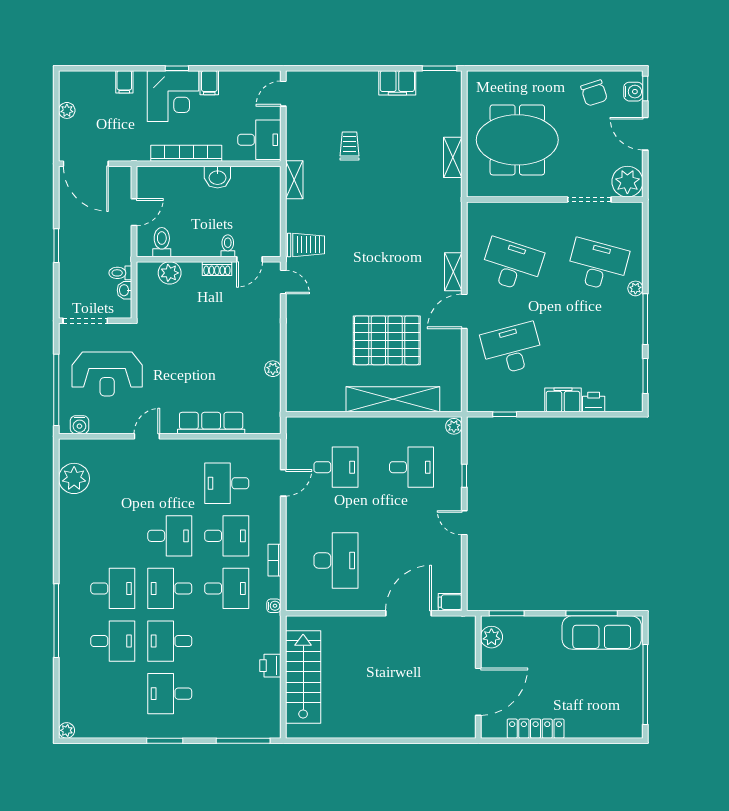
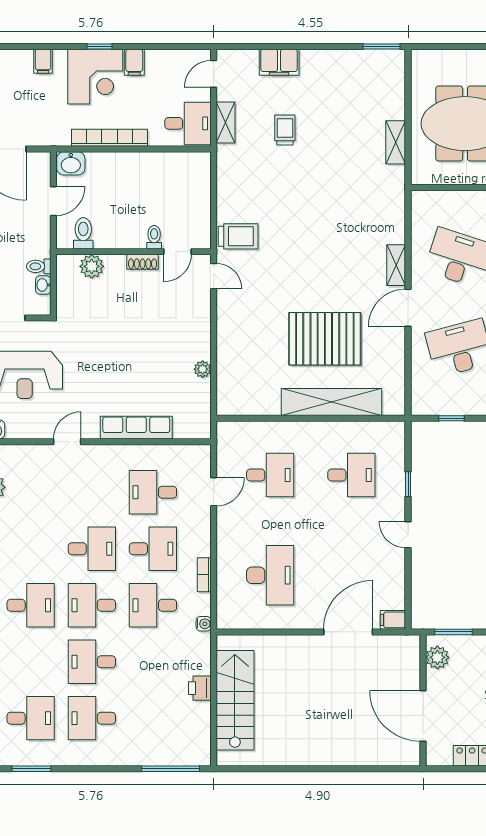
filing cabinet: (397, 83) -> (279, 62), moved
washbasin: (217, 177) -> (71, 163), moved
shelving: (294, 180) -> (225, 122), moved
plant: (454, 426) -> (397, 431), removed
desk: (227, 588) -> (153, 605), turned 180
desk: (113, 641) -> (31, 718), moved
door: (478, 692) -> (423, 716), swing flipped
window: (165, 741) -> (31, 769), moved

